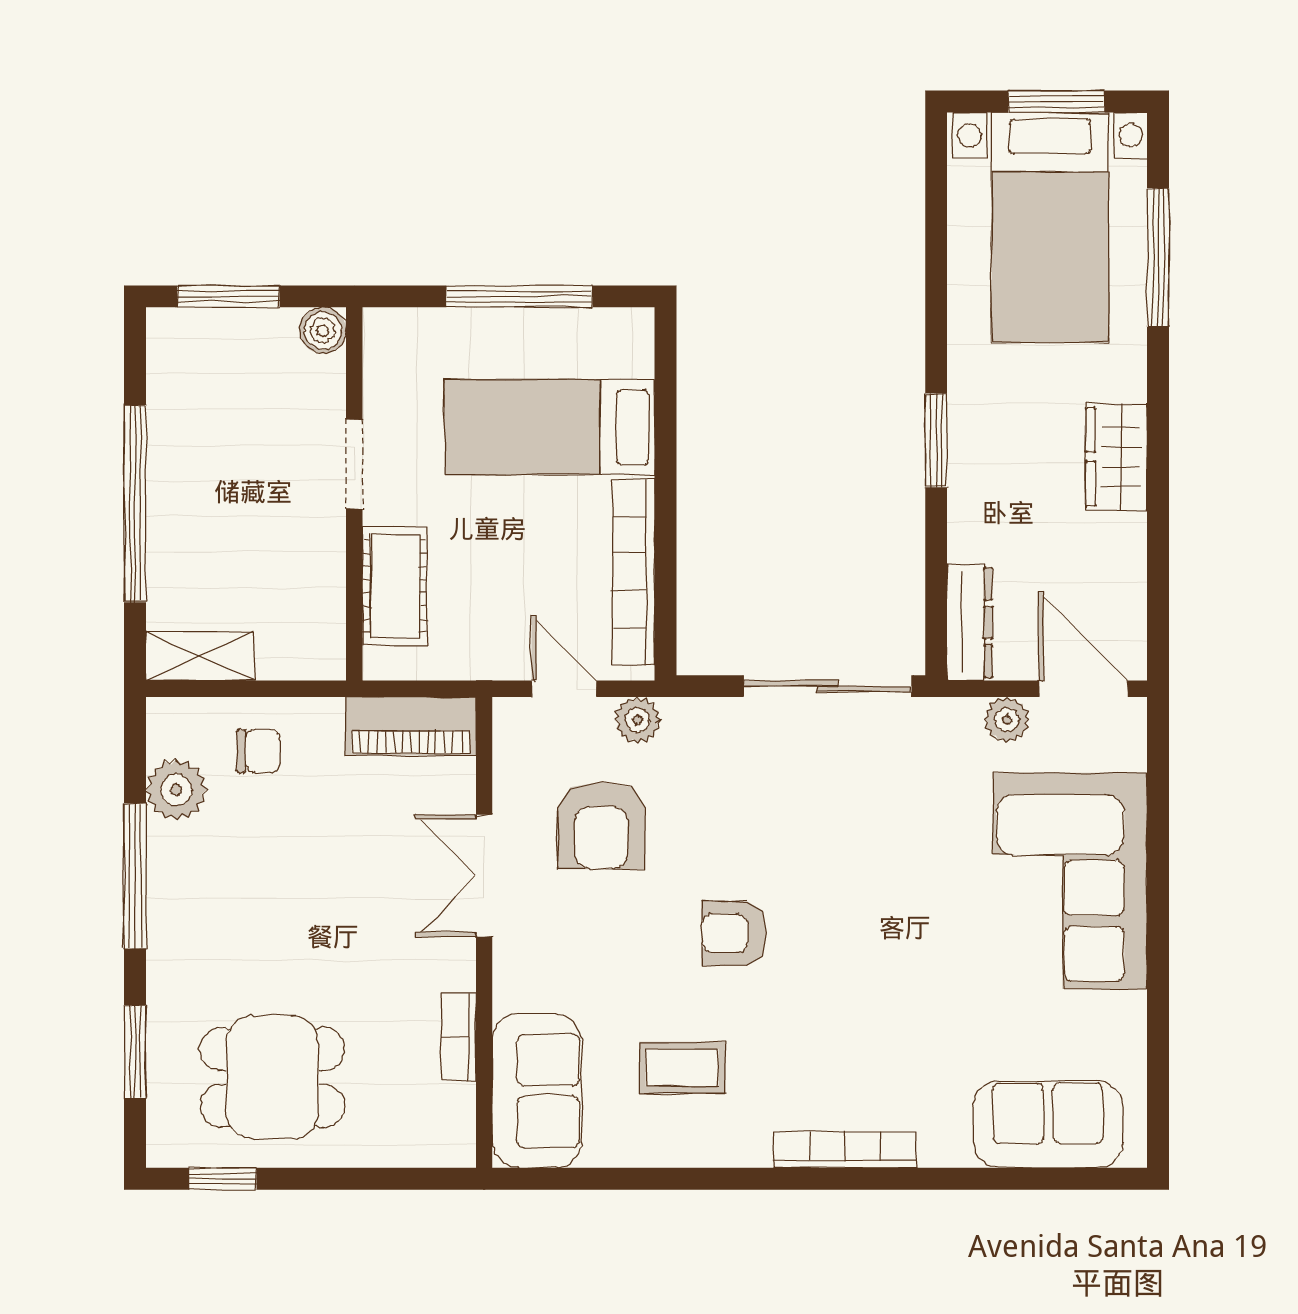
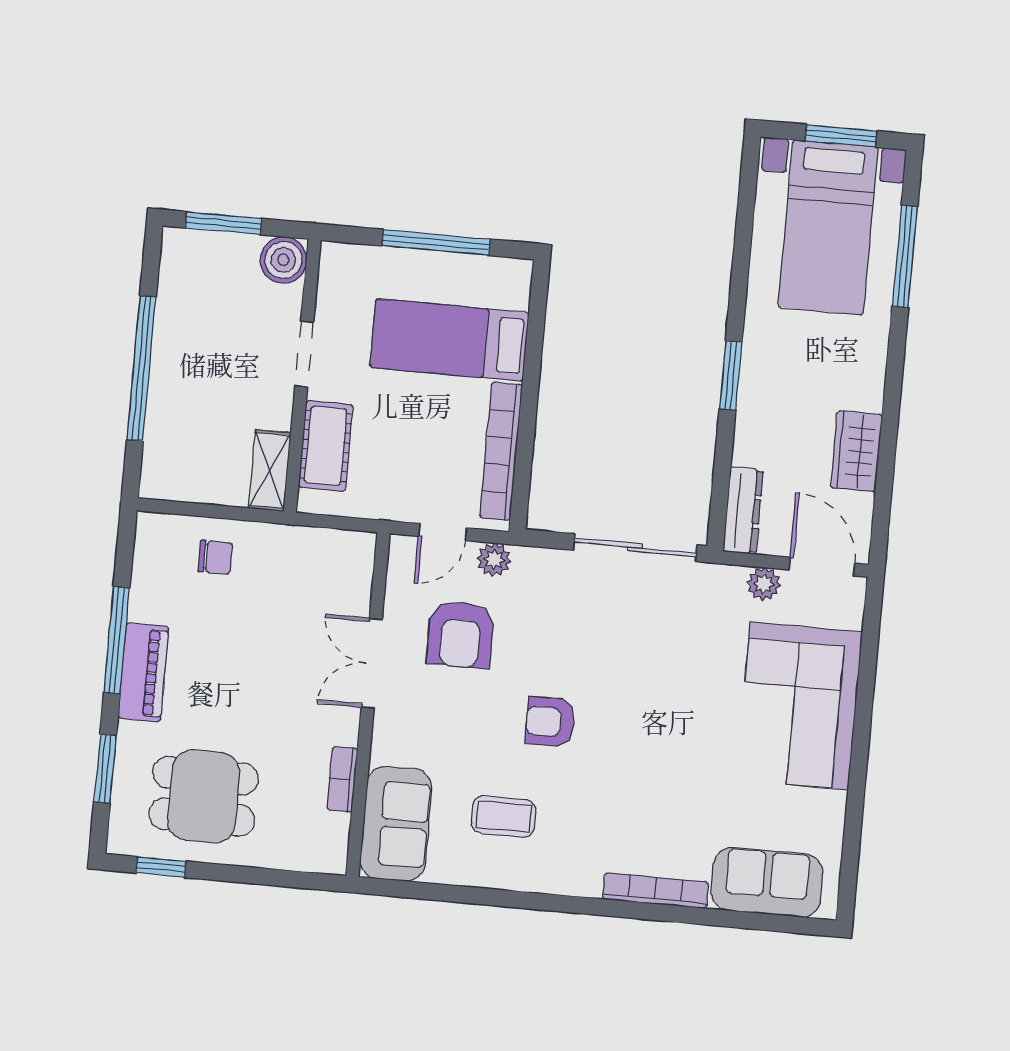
boiler: (323, 330) -> (283, 260), width x1.36, depth x1.36
wardrobe: (1116, 457) -> (856, 451), moved
shelving: (200, 656) -> (270, 470), moved, turned 90
door: (564, 689) -> (442, 532), swing flipped
piano: (411, 726) -> (143, 672), moved, turned -90
plant: (176, 790) -> (153, 580), removed
bookcase: (845, 1150) -> (655, 891), moved

